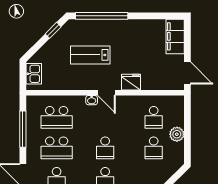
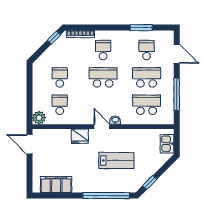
filing cabinet: (175, 36) -> (56, 185), moved, turned -90
plant: (177, 134) -> (39, 118), moved
school desk: (105, 148) -> (103, 77), width x1.85

